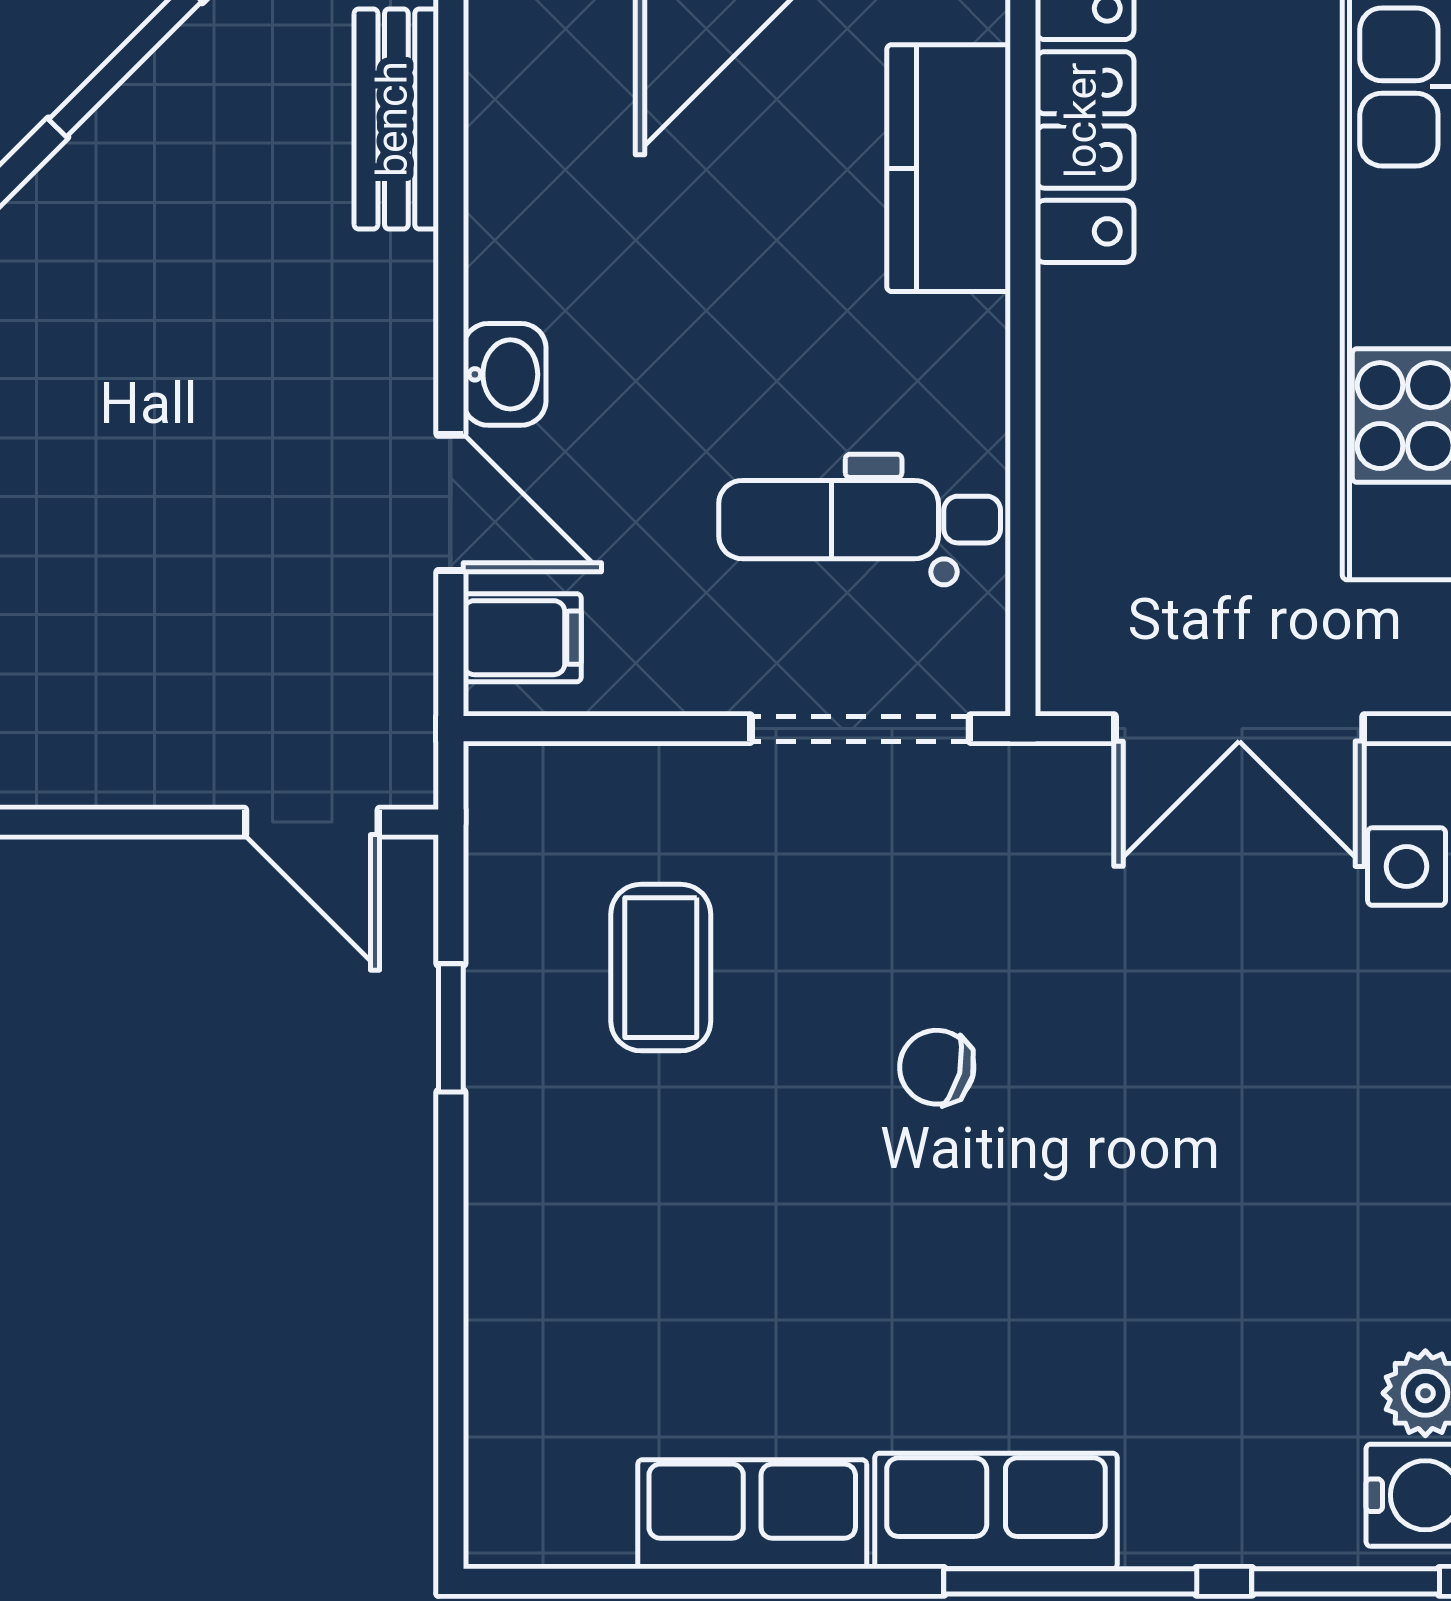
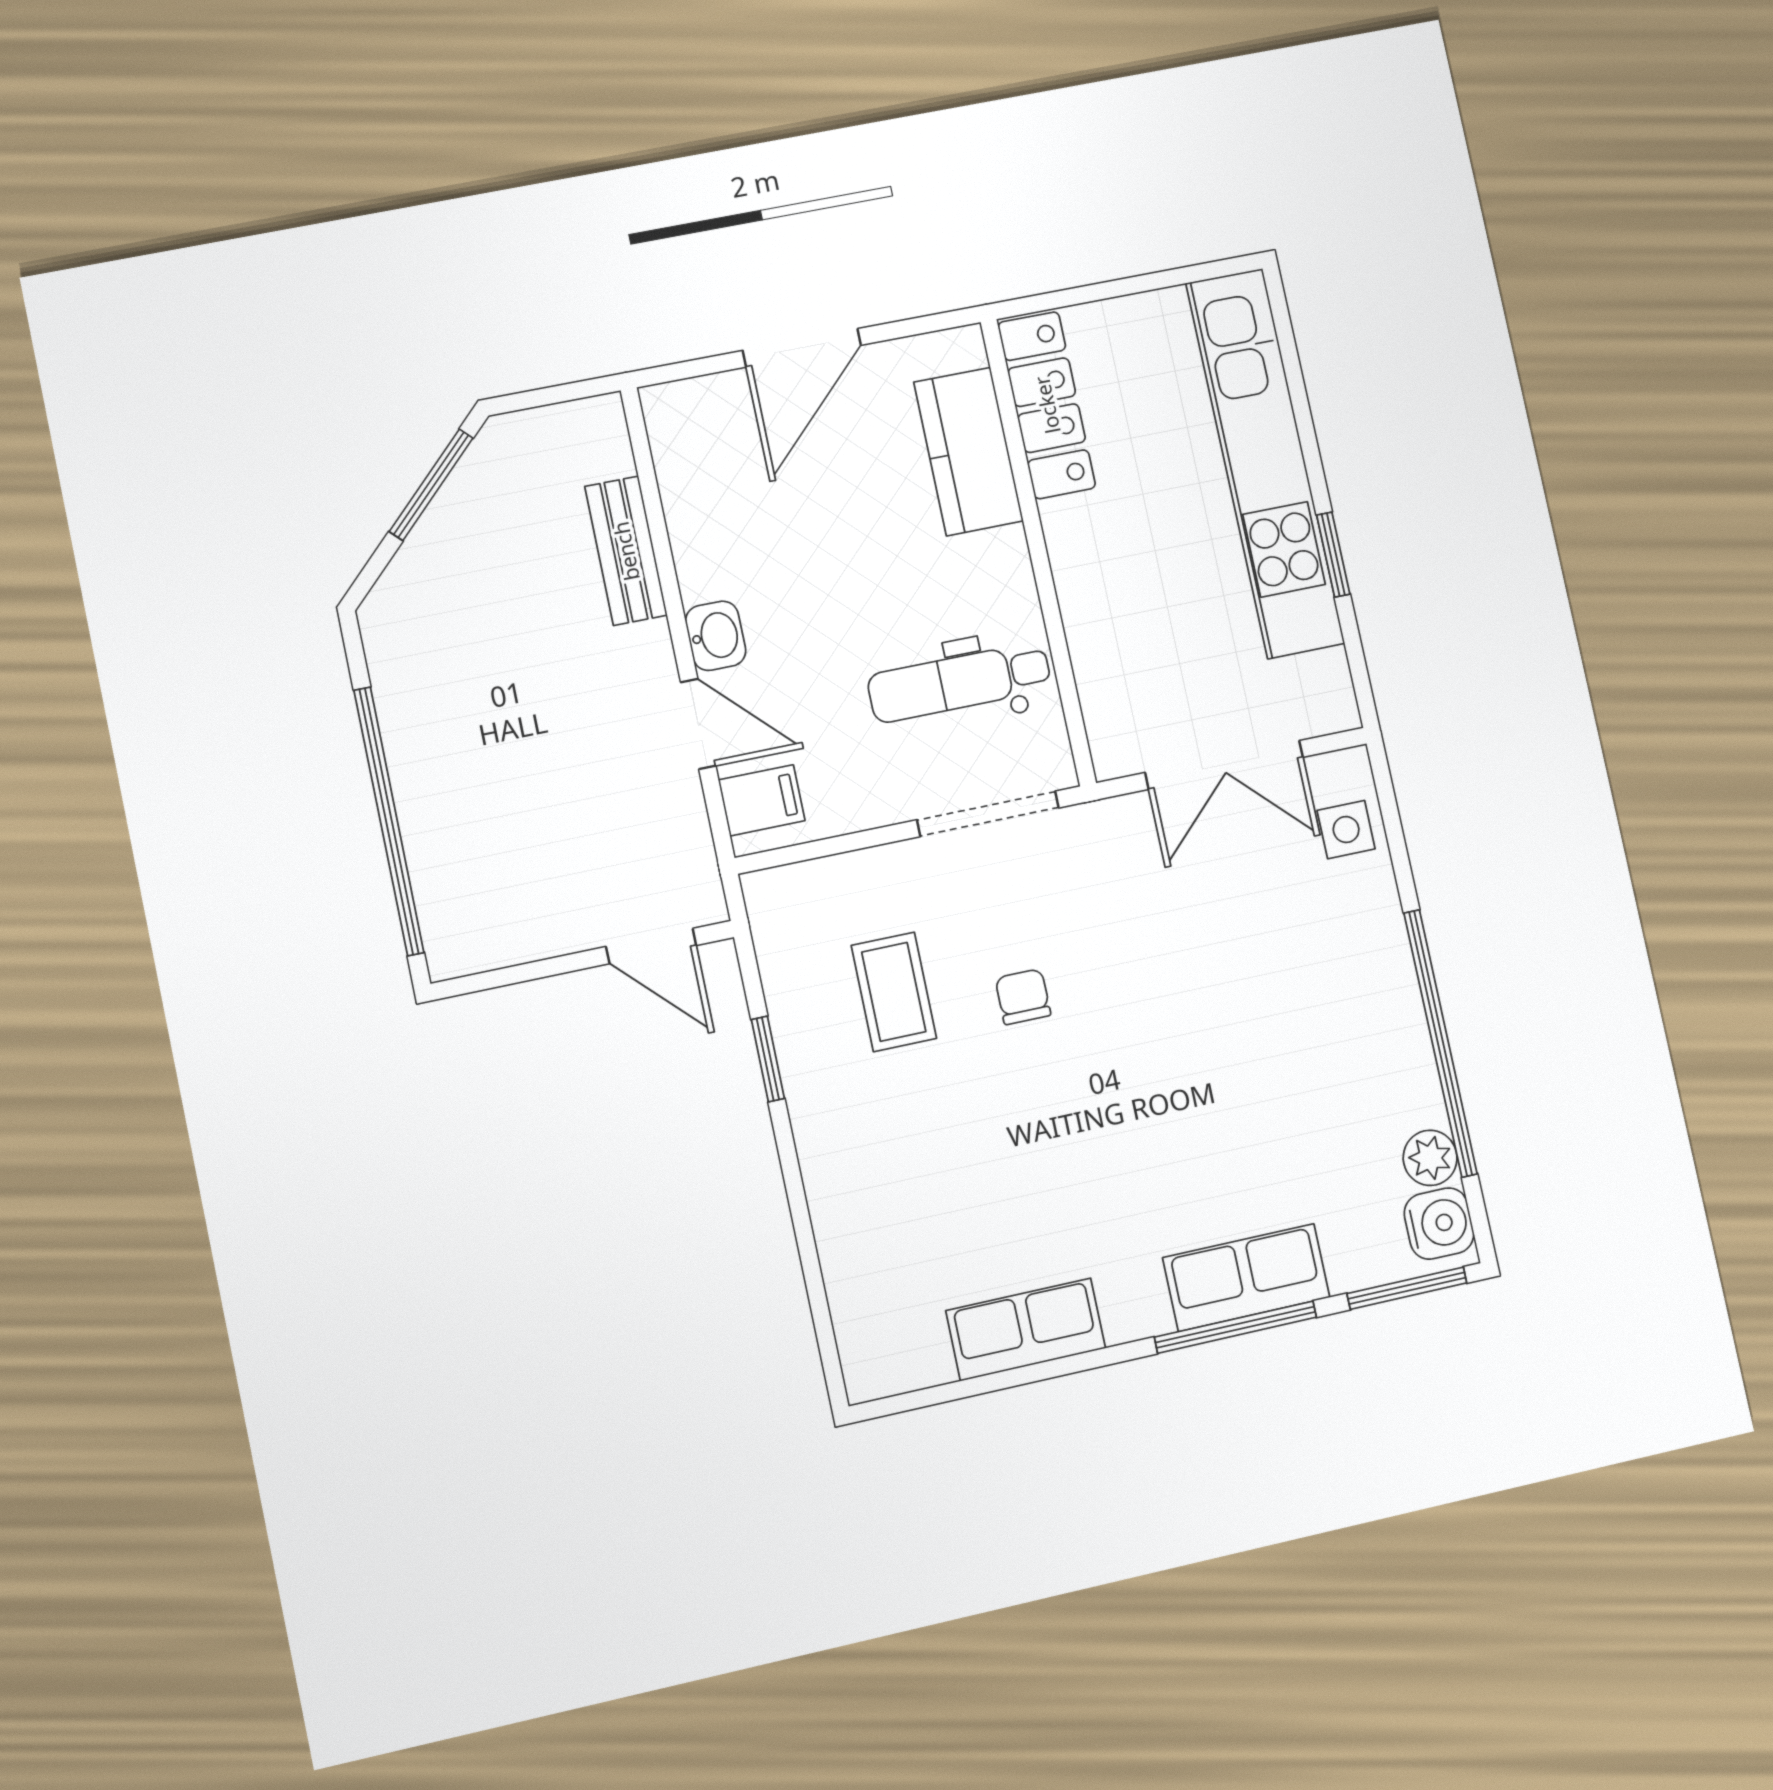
bench: (396, 119) -> (626, 551), moved
chair: (937, 1067) -> (1023, 997), moved, turned 76
row of seats: (996, 1511) -> (1246, 1278), moved

